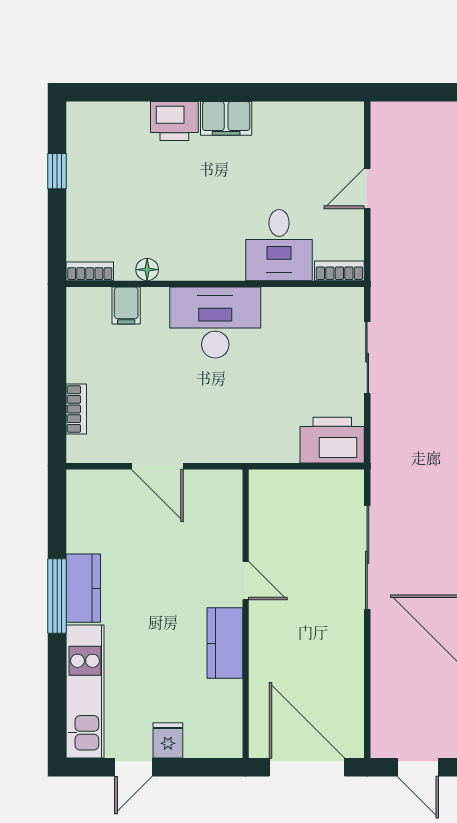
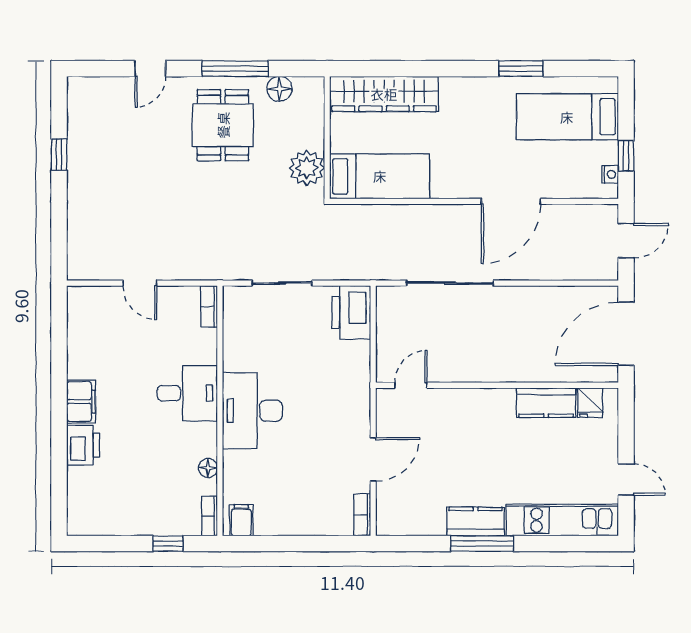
window: (57, 171) -> (168, 544), moved
desk: (279, 245) -> (187, 393), moved
filing cabinet: (126, 305) -> (241, 520), moved, turned -90
bookcase: (76, 409) -> (362, 515), moved, turned -90
door: (246, 581) -> (411, 385), moved
kitchen counter: (225, 643) -> (546, 403), moved
fridge: (168, 740) -> (590, 403), moved, turned -90

